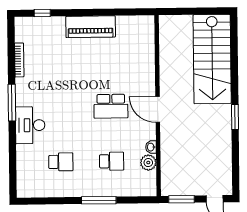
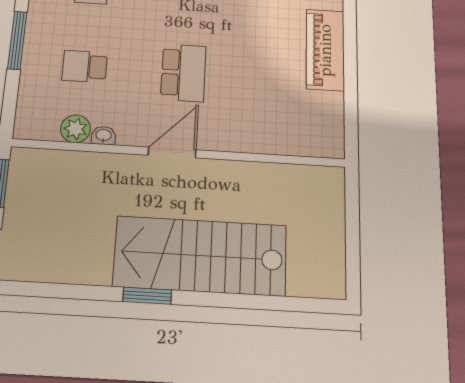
stairs: (212, 59) -> (200, 256), moved
school desk: (111, 106) -> (183, 73), turned 180
school desk: (112, 161) -> (85, 66), turned 90

